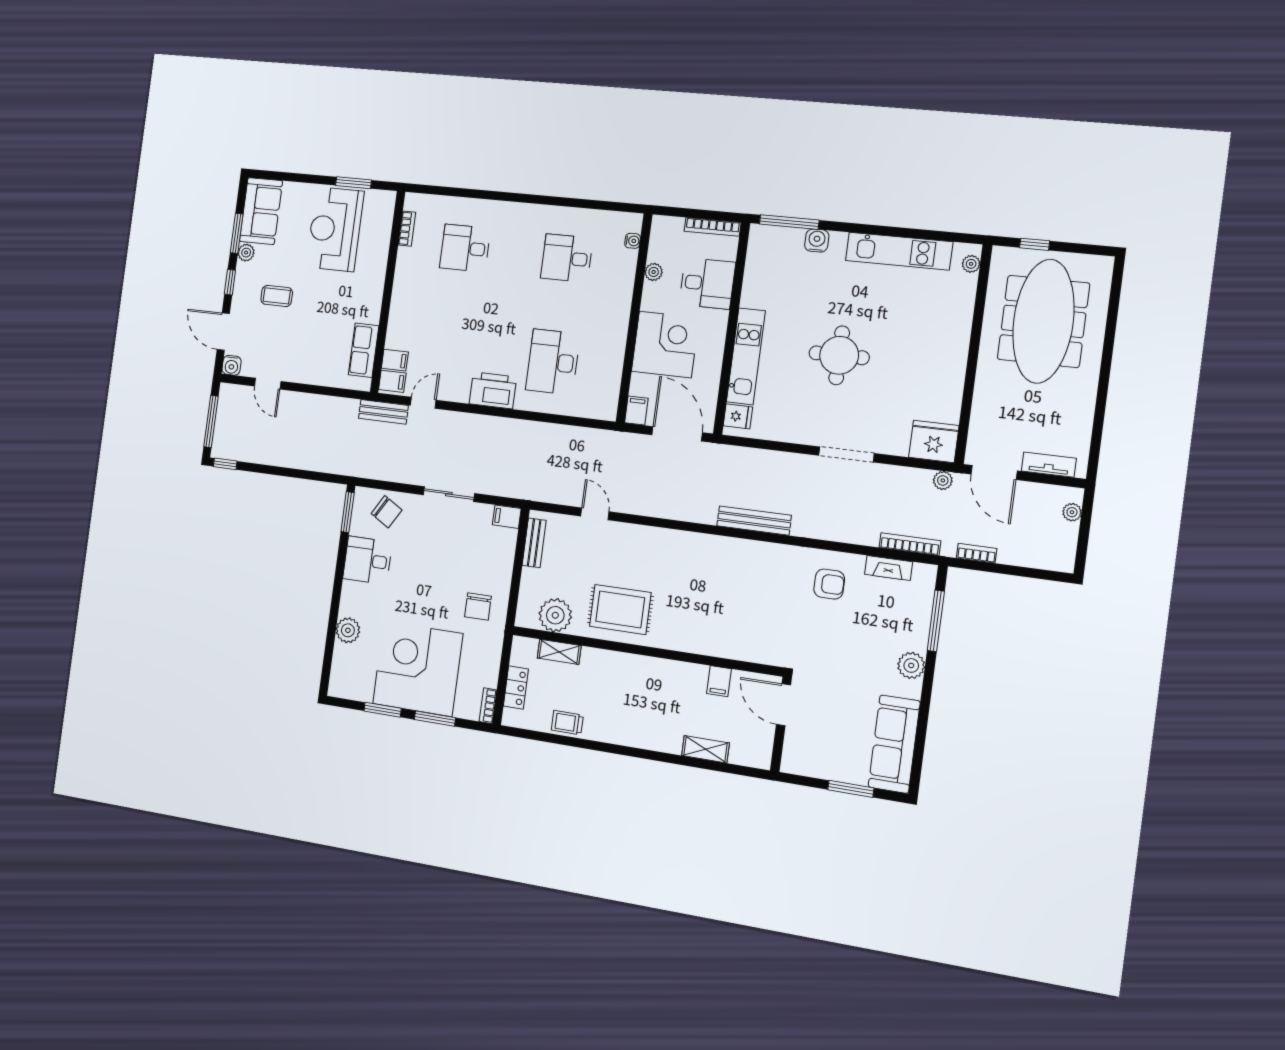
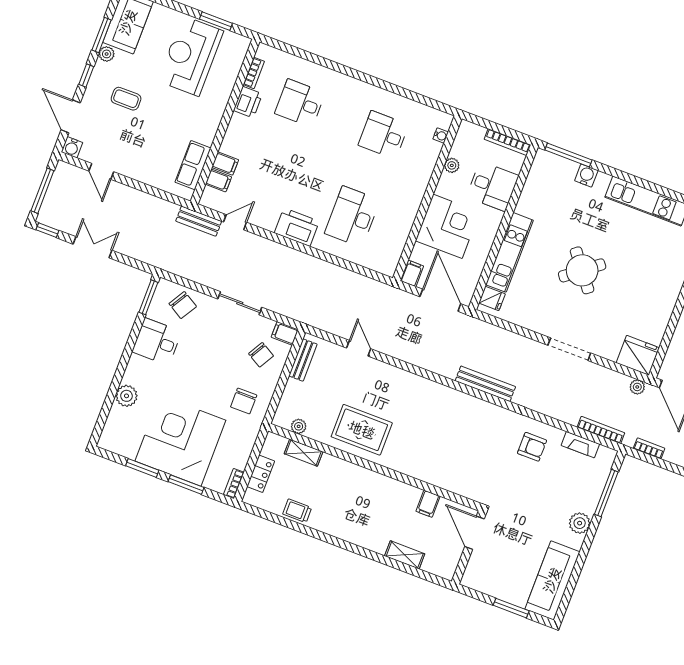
printer: (408, 263) -> (248, 102), added
round table: (839, 355) -> (582, 270), turned -38
filing cabinet: (392, 381) -> (225, 164), moved
double door: (276, 471) -> (92, 247), added
chair: (486, 548) -> (261, 355), added
plant: (555, 615) -> (299, 426), width x0.53, depth x0.53

